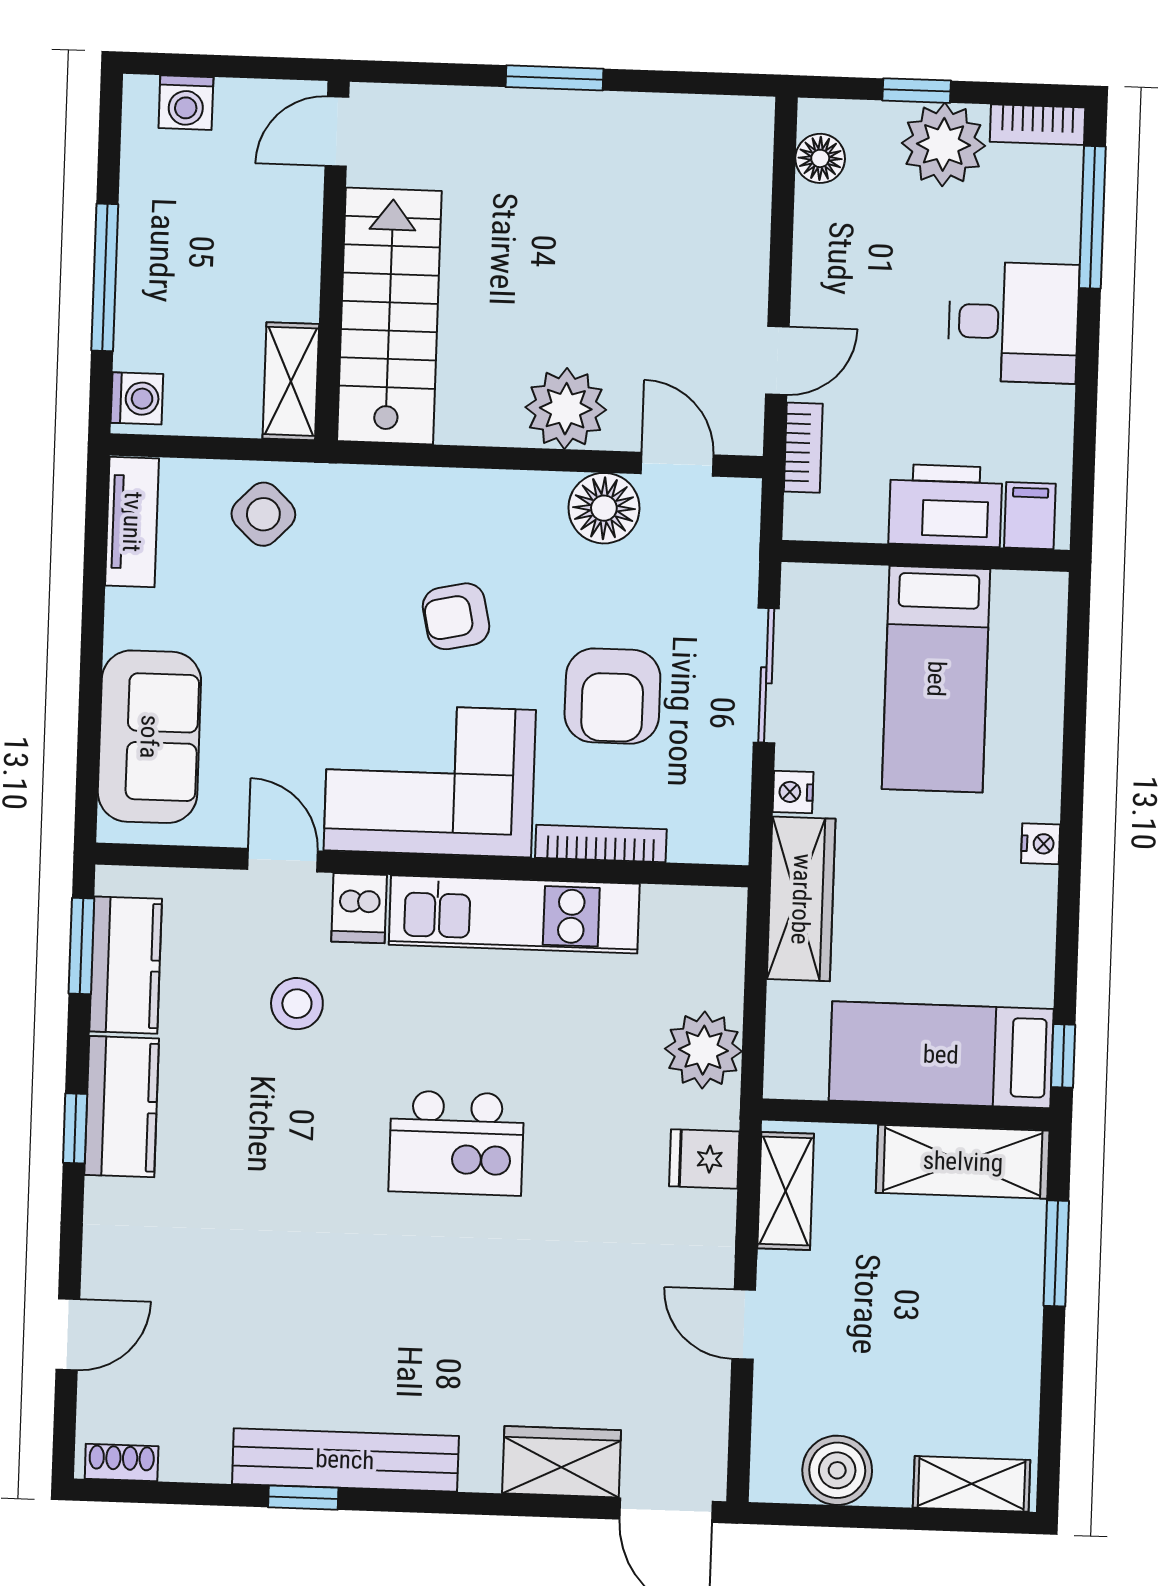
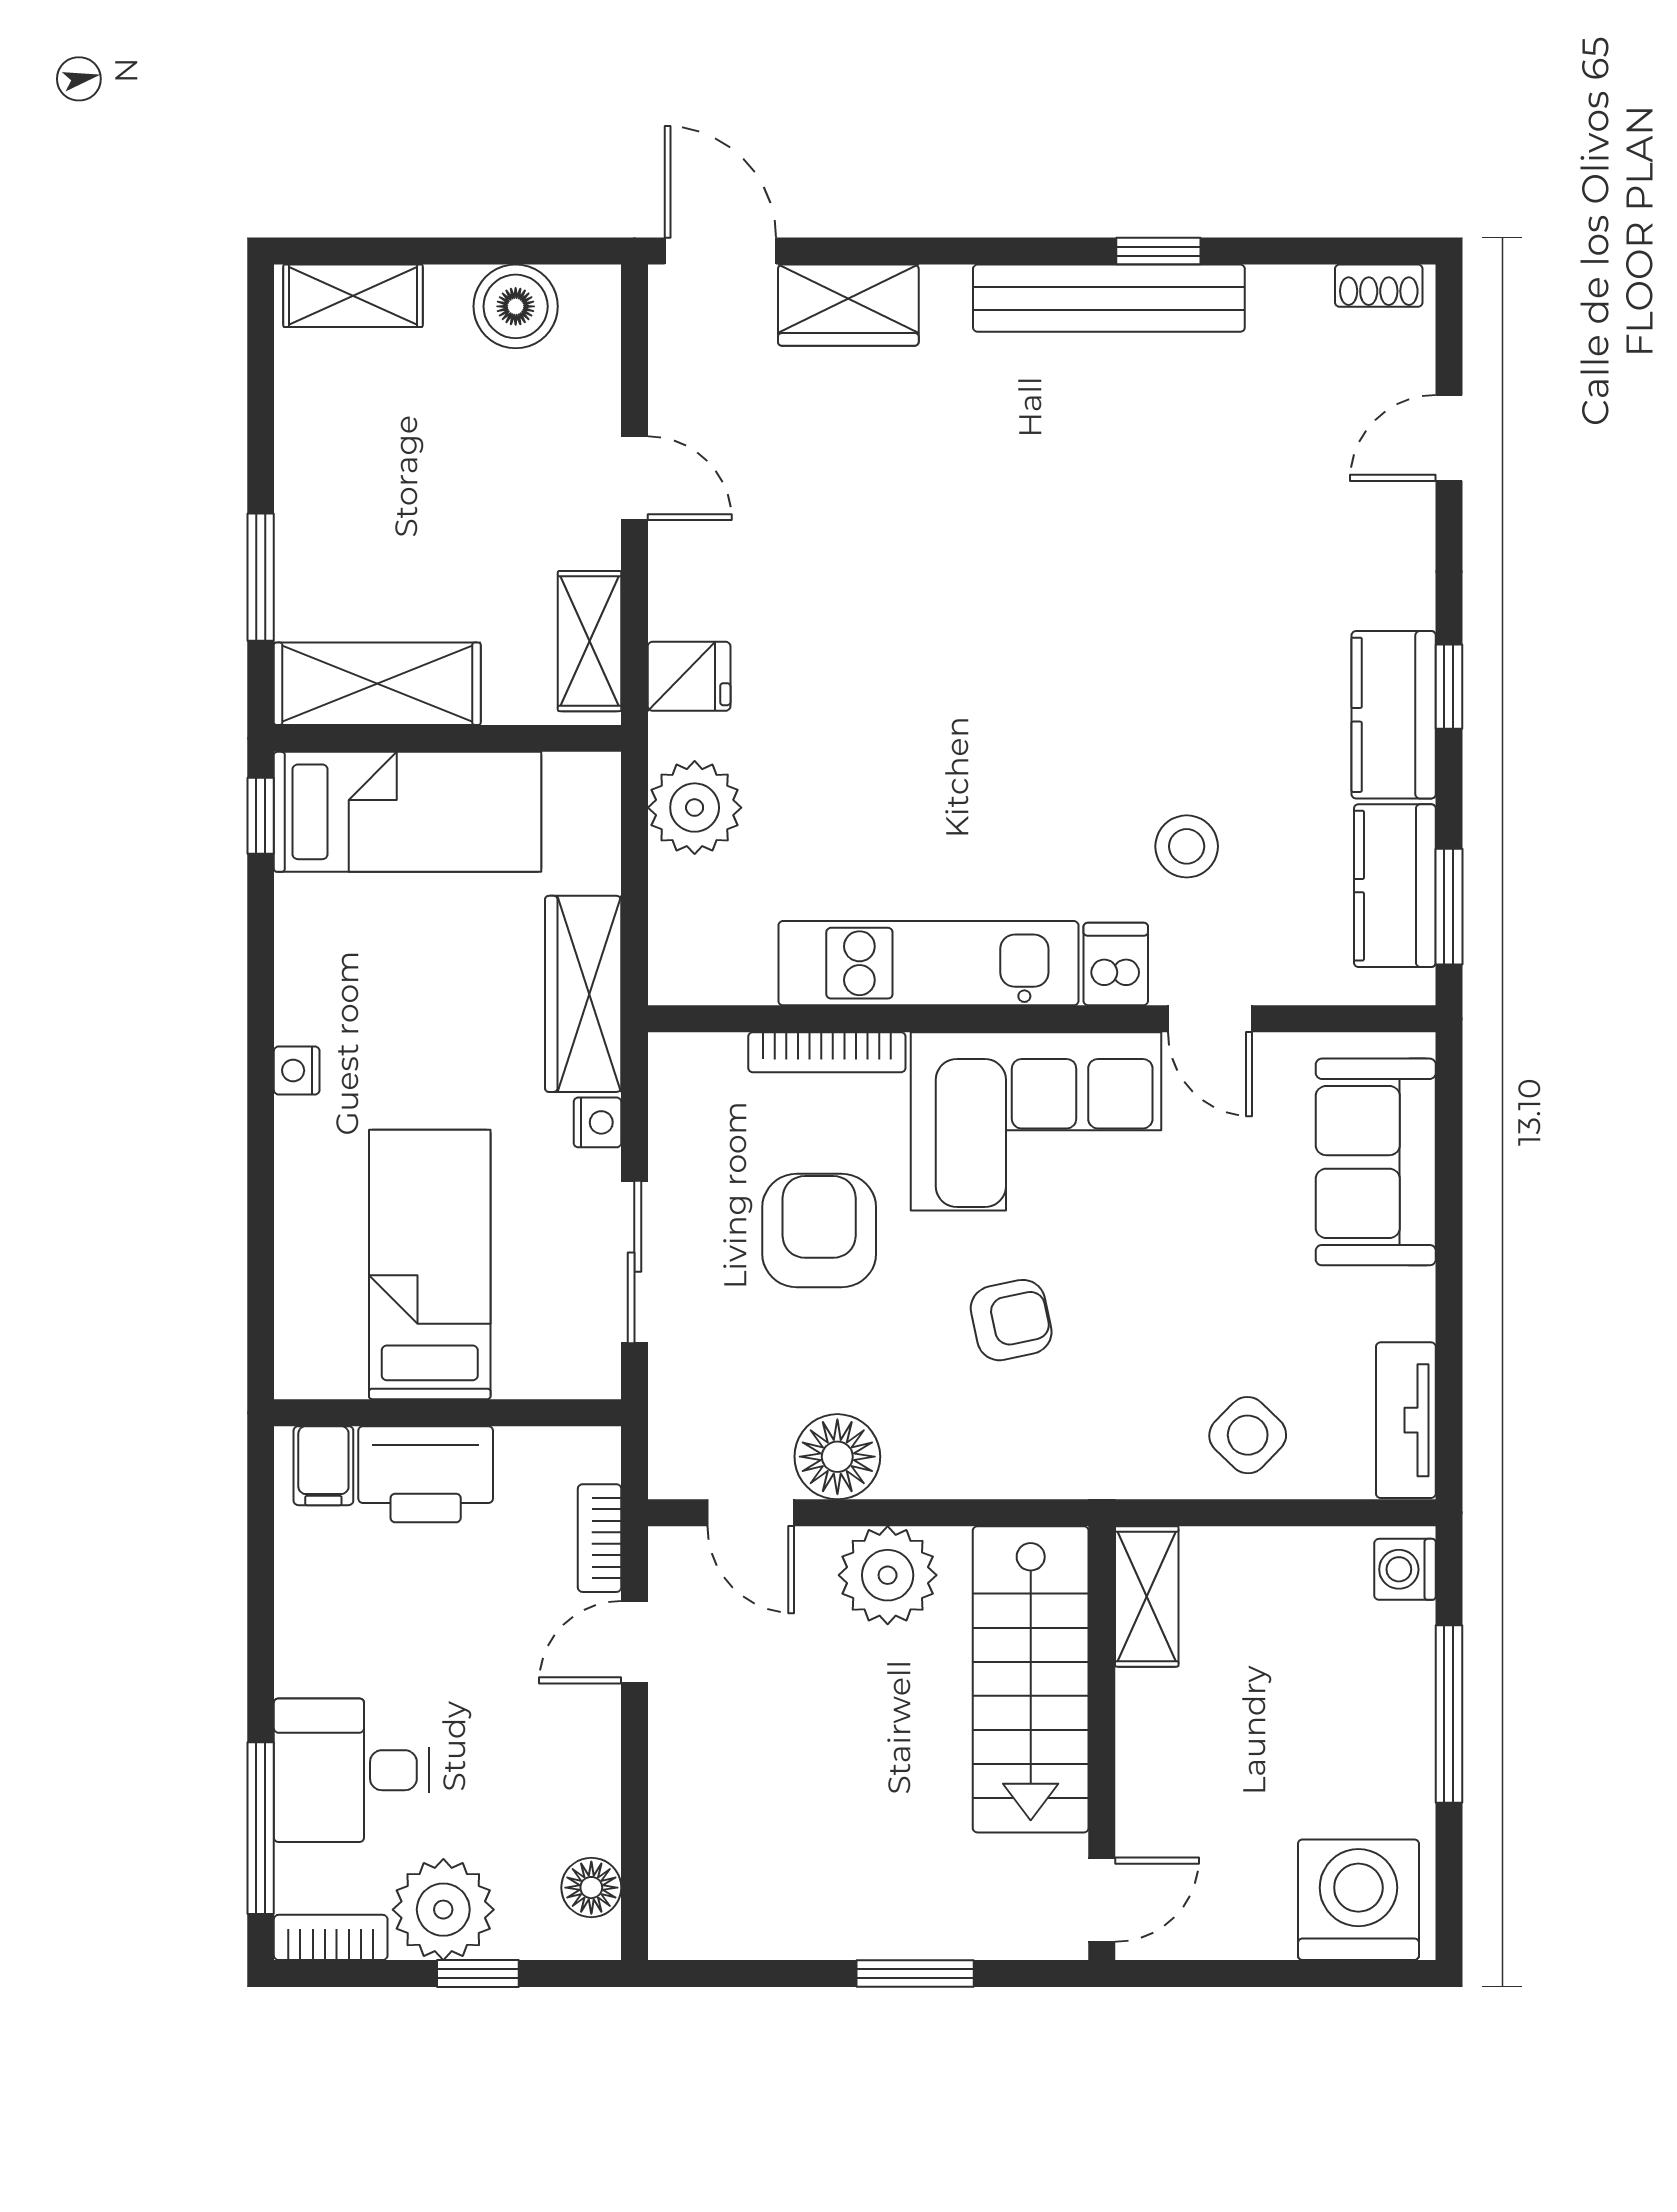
washing machine: (186, 103) -> (1358, 1900), width x1.89, depth x1.89
door: (337, 131) -> (1102, 1900), moved
wall: (332, 261) -> (1102, 1743), moved
stairs: (389, 316) -> (1031, 1679), moved
desk: (1013, 322) -> (352, 1770), moved
shelving: (291, 381) -> (1147, 1596), moved
kitchen island: (456, 1143) -> (989, 685), removed

